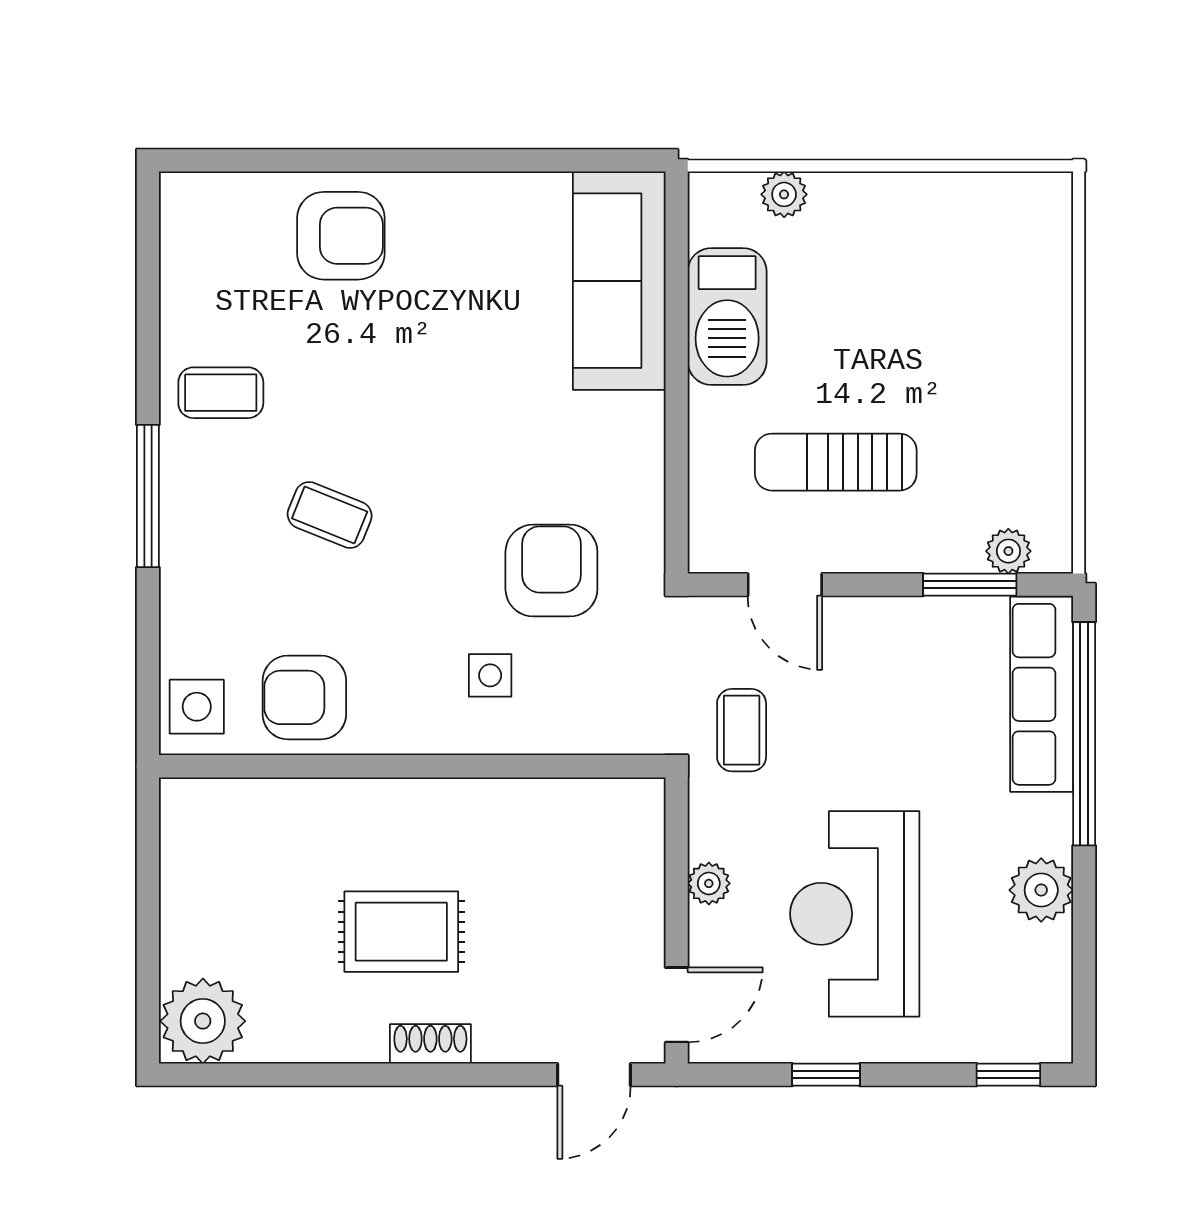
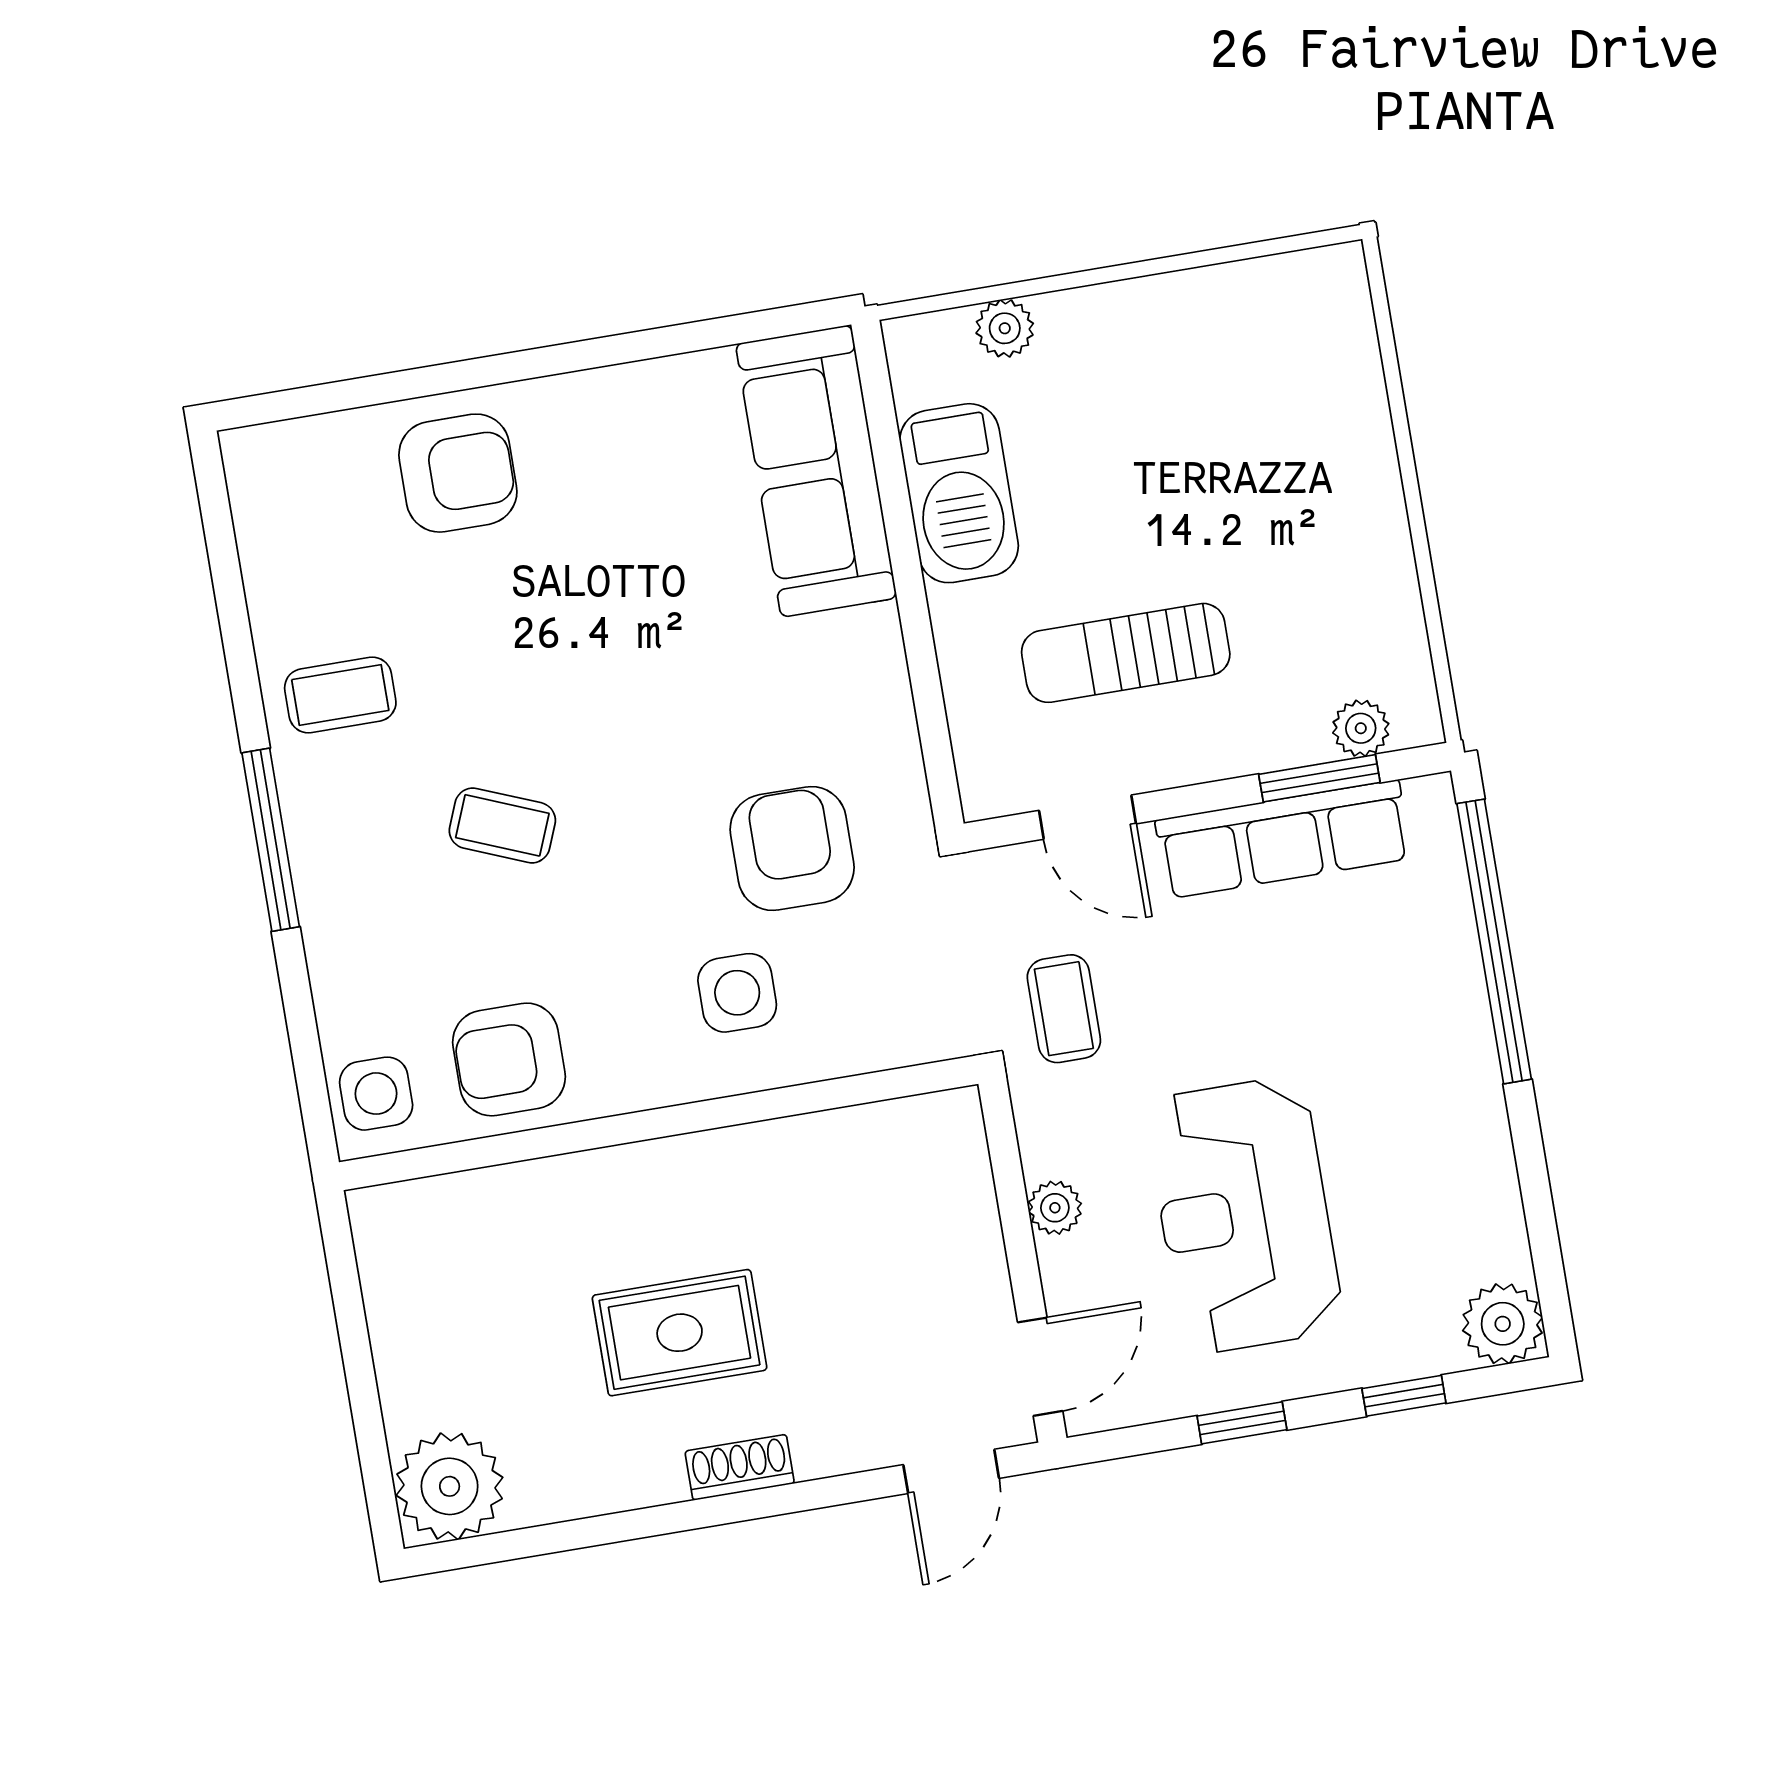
side table: (490, 675) -> (737, 993), width x1.37, depth x1.37
row of seats: (1042, 694) -> (1283, 839), moved, turned -90
plant: (1041, 890) -> (1503, 1324), moved
window: (1008, 1075) -> (1404, 1396), moved

